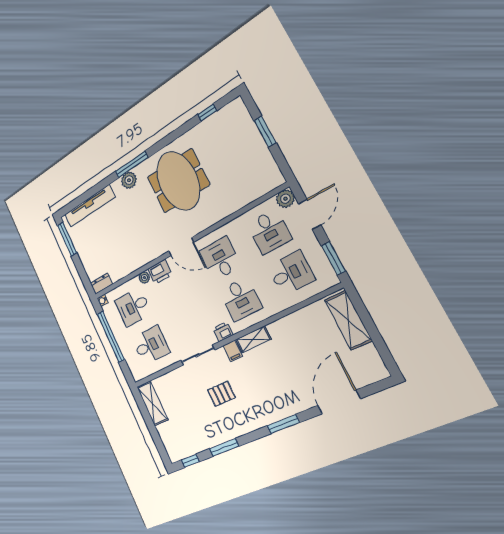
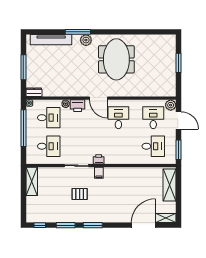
window: (207, 113) -> (153, 32), removed
window: (132, 165) -> (78, 32), moved
door: (310, 214) -> (179, 120), hinge flipped
desk: (269, 231) -> (153, 118), turned 180
window: (67, 239) -> (23, 67), moved
desk: (241, 299) -> (118, 146), removed
desk: (133, 307) -> (49, 118), turned 180
shelving: (253, 339) -> (166, 218), moved
window: (283, 424) -> (93, 225), moved

